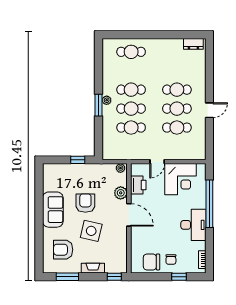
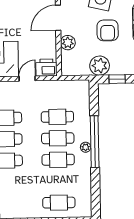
window: (99, 105) -> (95, 142), width x2.11
plant: (120, 168) -> (100, 66), moved, width x1.88, depth x1.88
printer: (138, 185) -> (46, 68), moved, turned 90
door: (129, 215) -> (58, 18), hinge flipped

